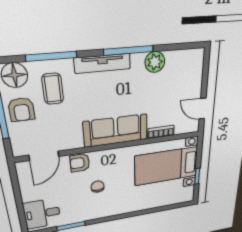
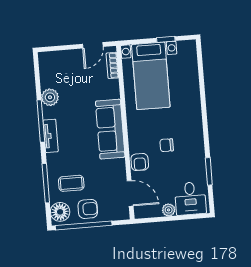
tv unit: (103, 63) -> (51, 136), width x0.71
bookcase: (161, 132) -> (112, 65), moved
plant: (28, 195) -> (169, 210), added

